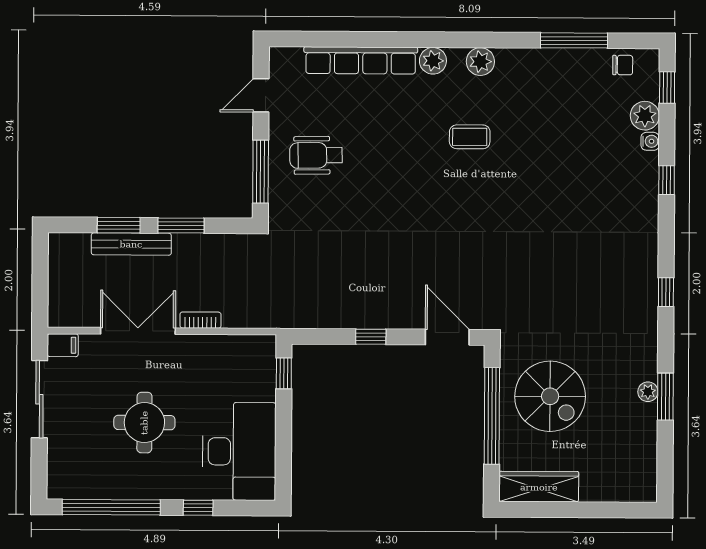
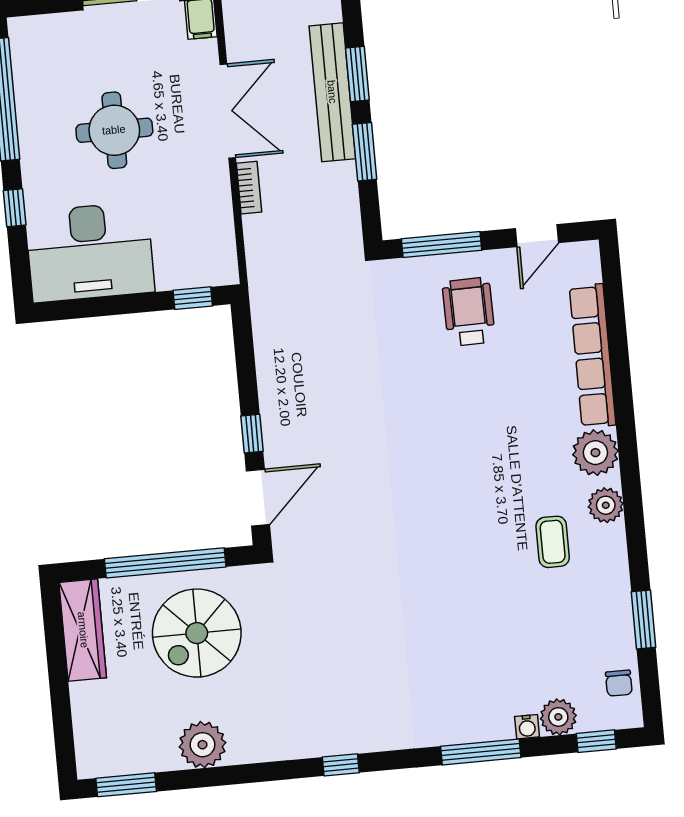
window: (574, 40) -> (644, 619), width x0.69
plant: (433, 61) -> (595, 453), width x1.36, depth x1.36
door: (261, 95) -> (537, 236), swing flipped
coffee table: (470, 137) -> (553, 542), moved
window: (667, 180) -> (481, 752), width x2.17
bench: (131, 244) -> (332, 92), width x1.37, depth x1.21
window: (371, 337) -> (252, 434), moved
plant: (648, 392) -> (202, 745), width x1.88, depth x1.88
window: (665, 397) -> (126, 785), moved

